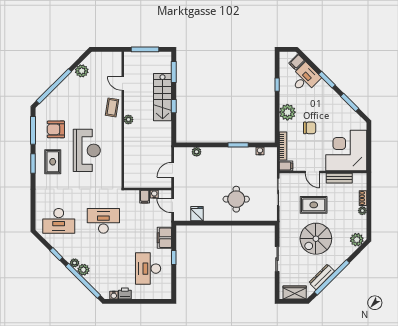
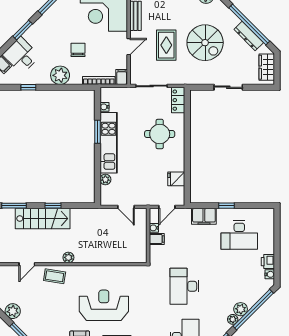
kitchen unit: (229, 155) -> (109, 143), added
locker: (266, 215) -> (178, 100), added

